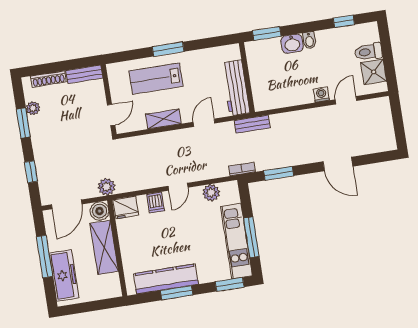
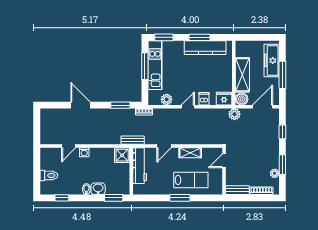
shower: (374, 72) -> (122, 155), moved

